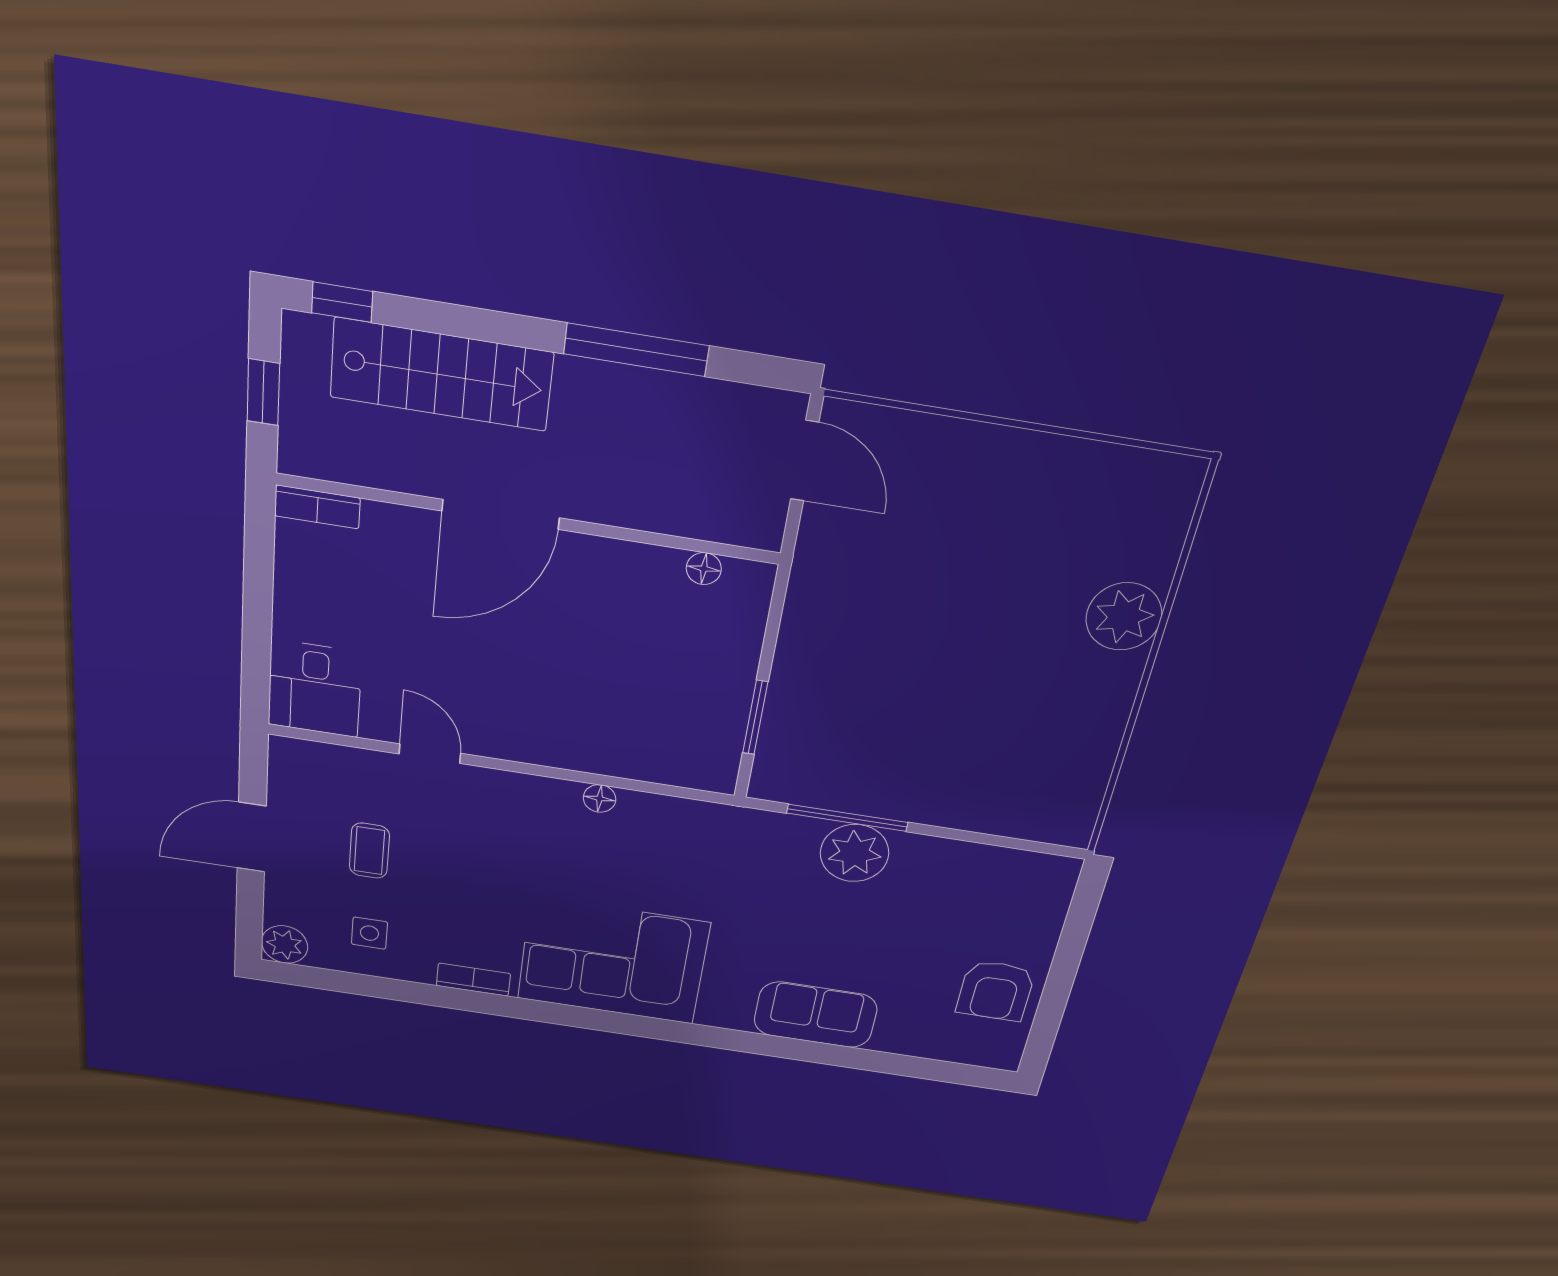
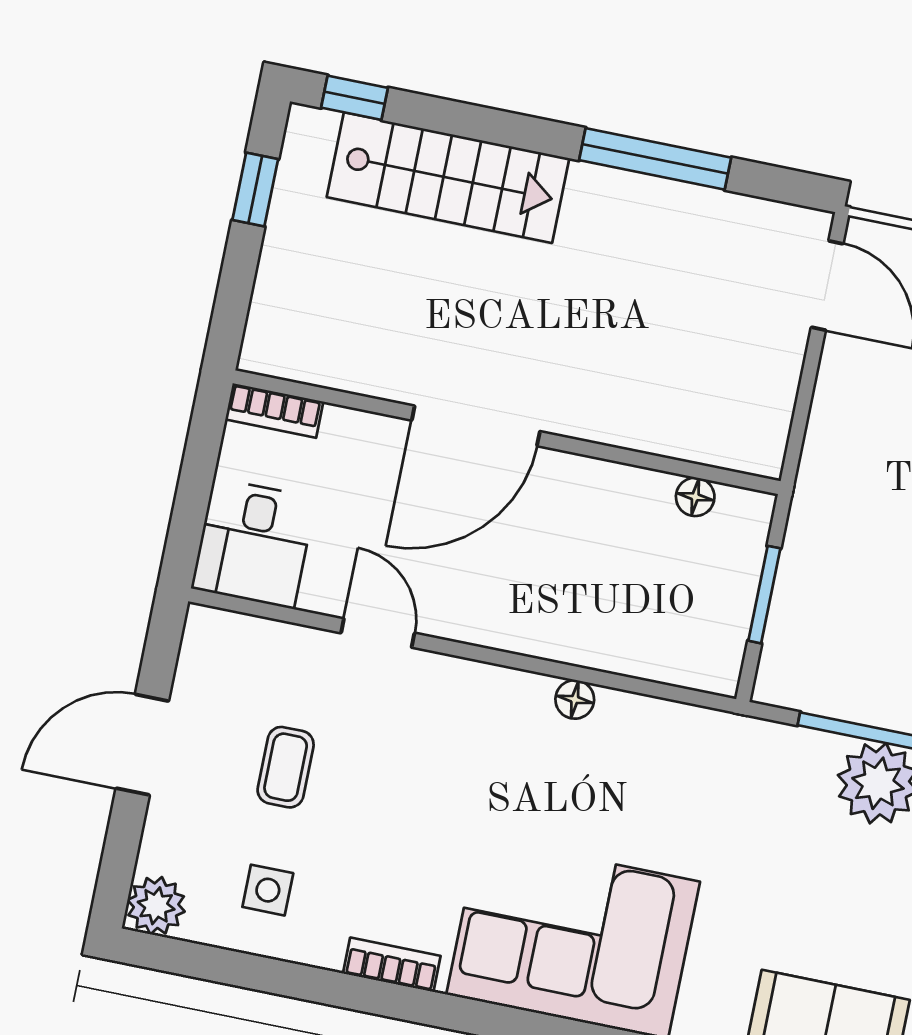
bookcase: (317, 507) -> (274, 410), moved
door: (501, 514) -> (476, 426), moved
wall: (529, 519) -> (507, 432), moved
floor lamp: (704, 569) -> (695, 497), moved

